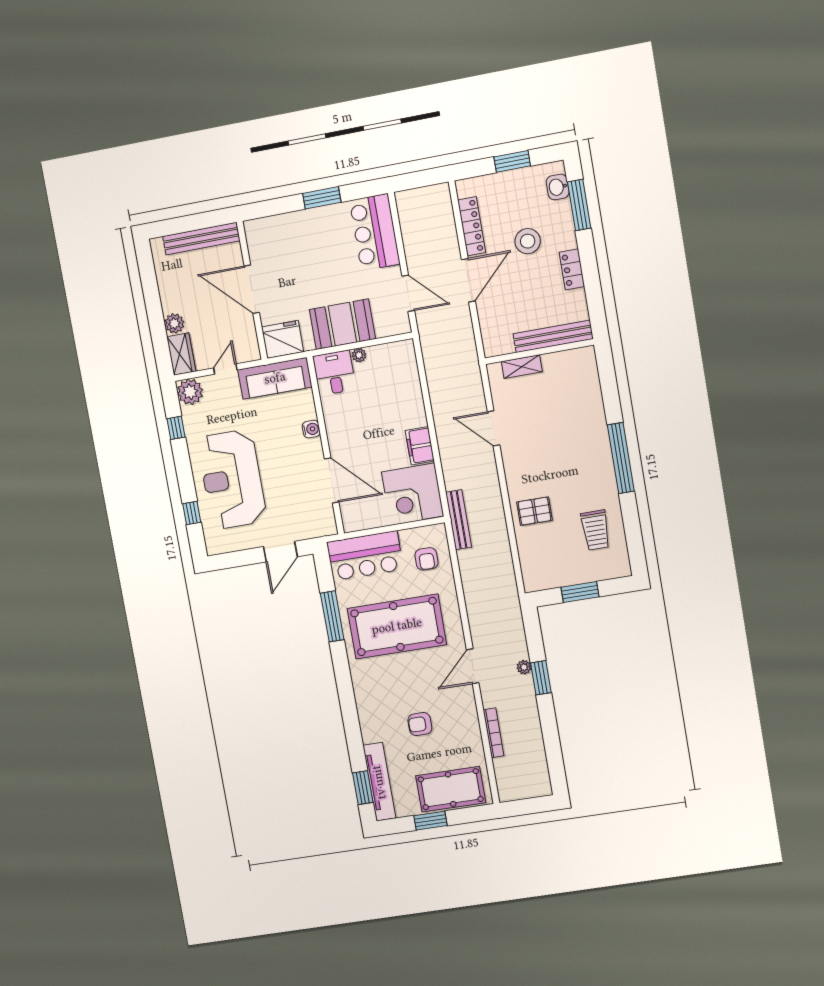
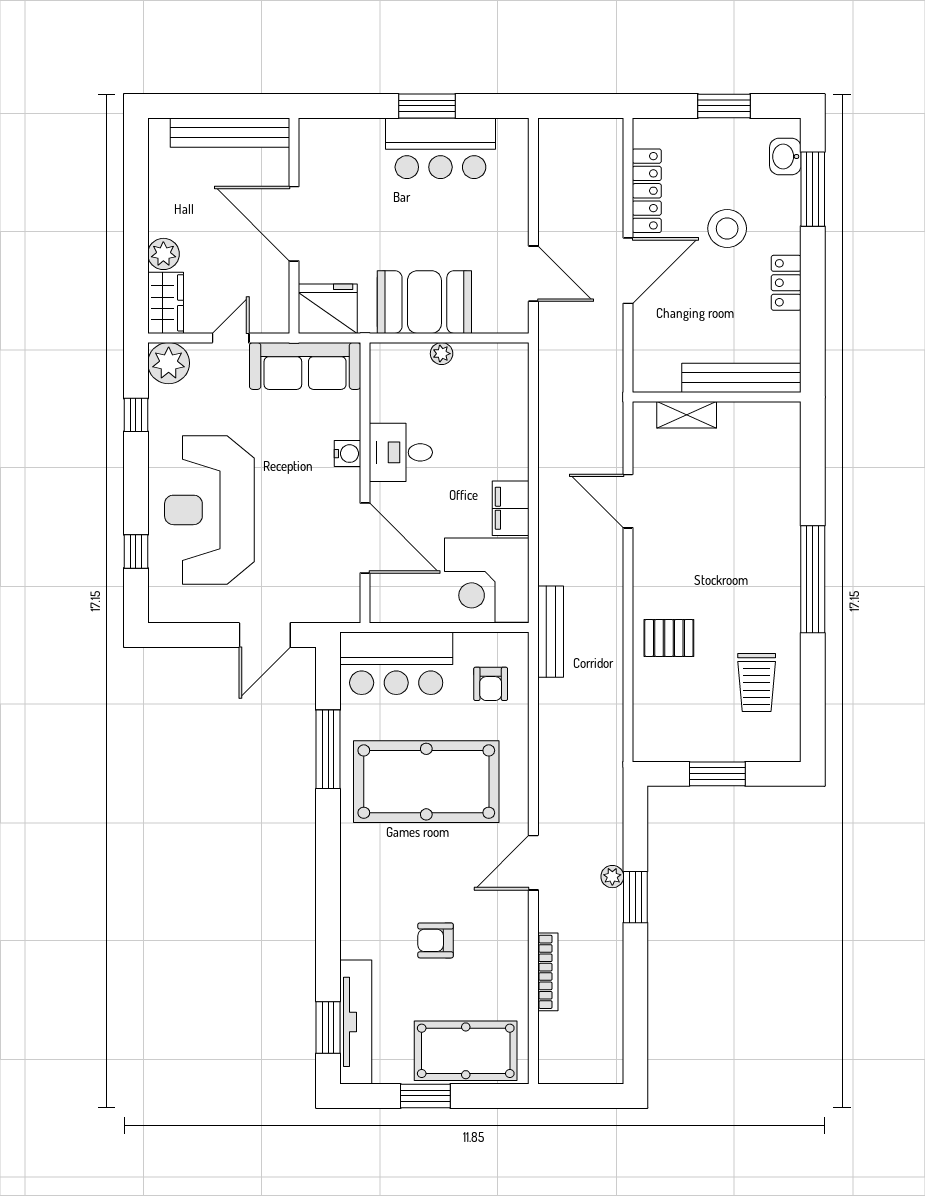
bar counter: (375, 232) -> (440, 148), moved, turned -90
desk: (334, 373) -> (401, 452), moved, turned -90

